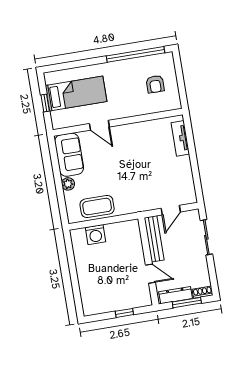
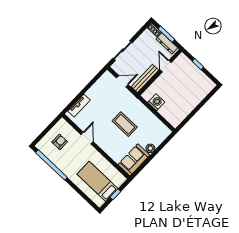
door: (99, 125) -> (87, 138), moved
coffee table: (97, 207) -> (125, 124), moved
washing machine: (95, 235) -> (156, 102), moved

